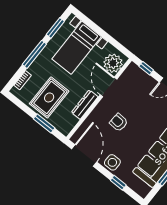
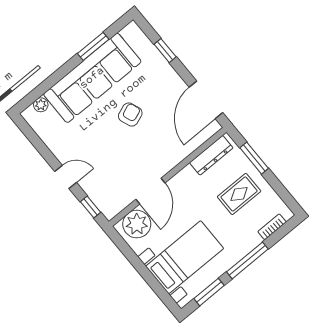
rug: (49, 97) -> (239, 194), width x0.73, depth x0.70
dresser: (85, 105) -> (211, 155), moved
armchair: (119, 122) -> (130, 115), moved, turned -115
side table: (112, 162) -> (167, 82), removed

